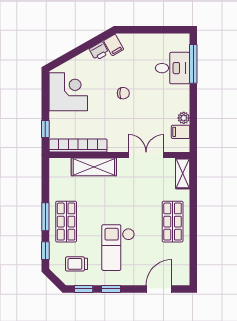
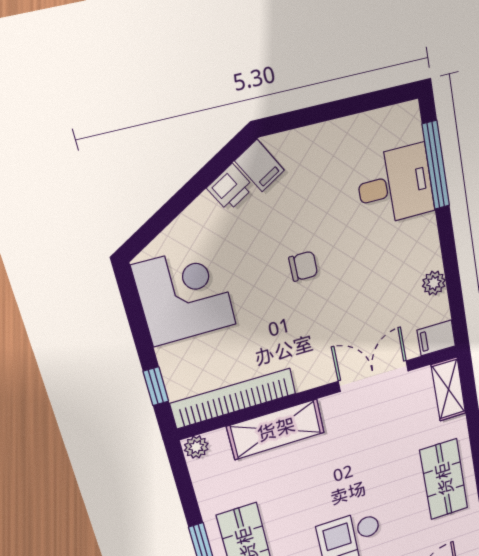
filing cabinet: (181, 132) -> (436, 338), moved
plant: (56, 164) -> (196, 447), added

